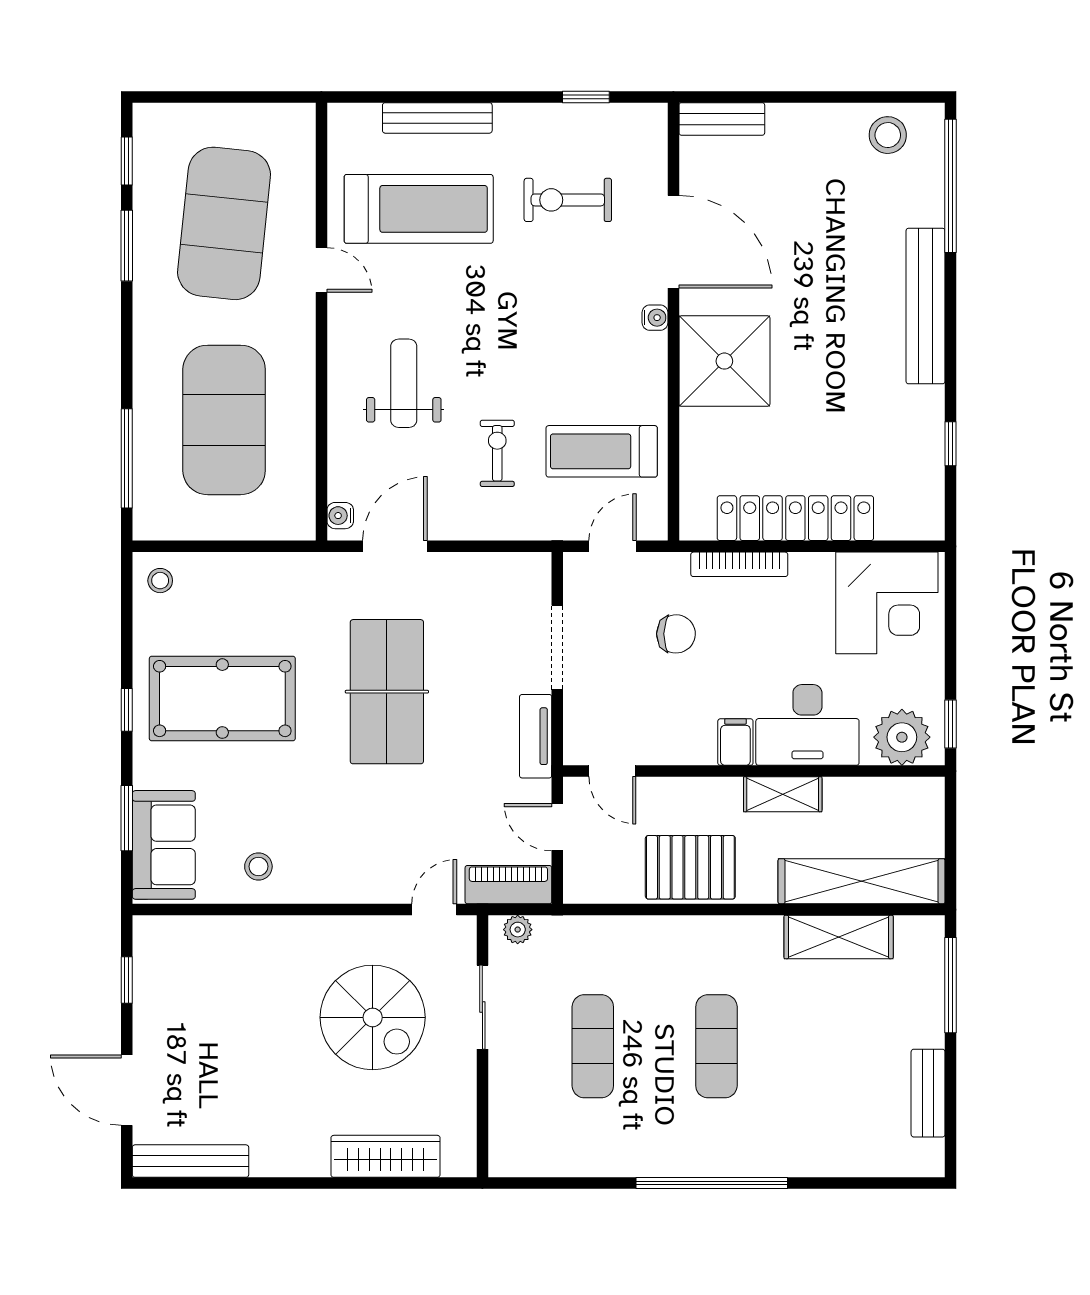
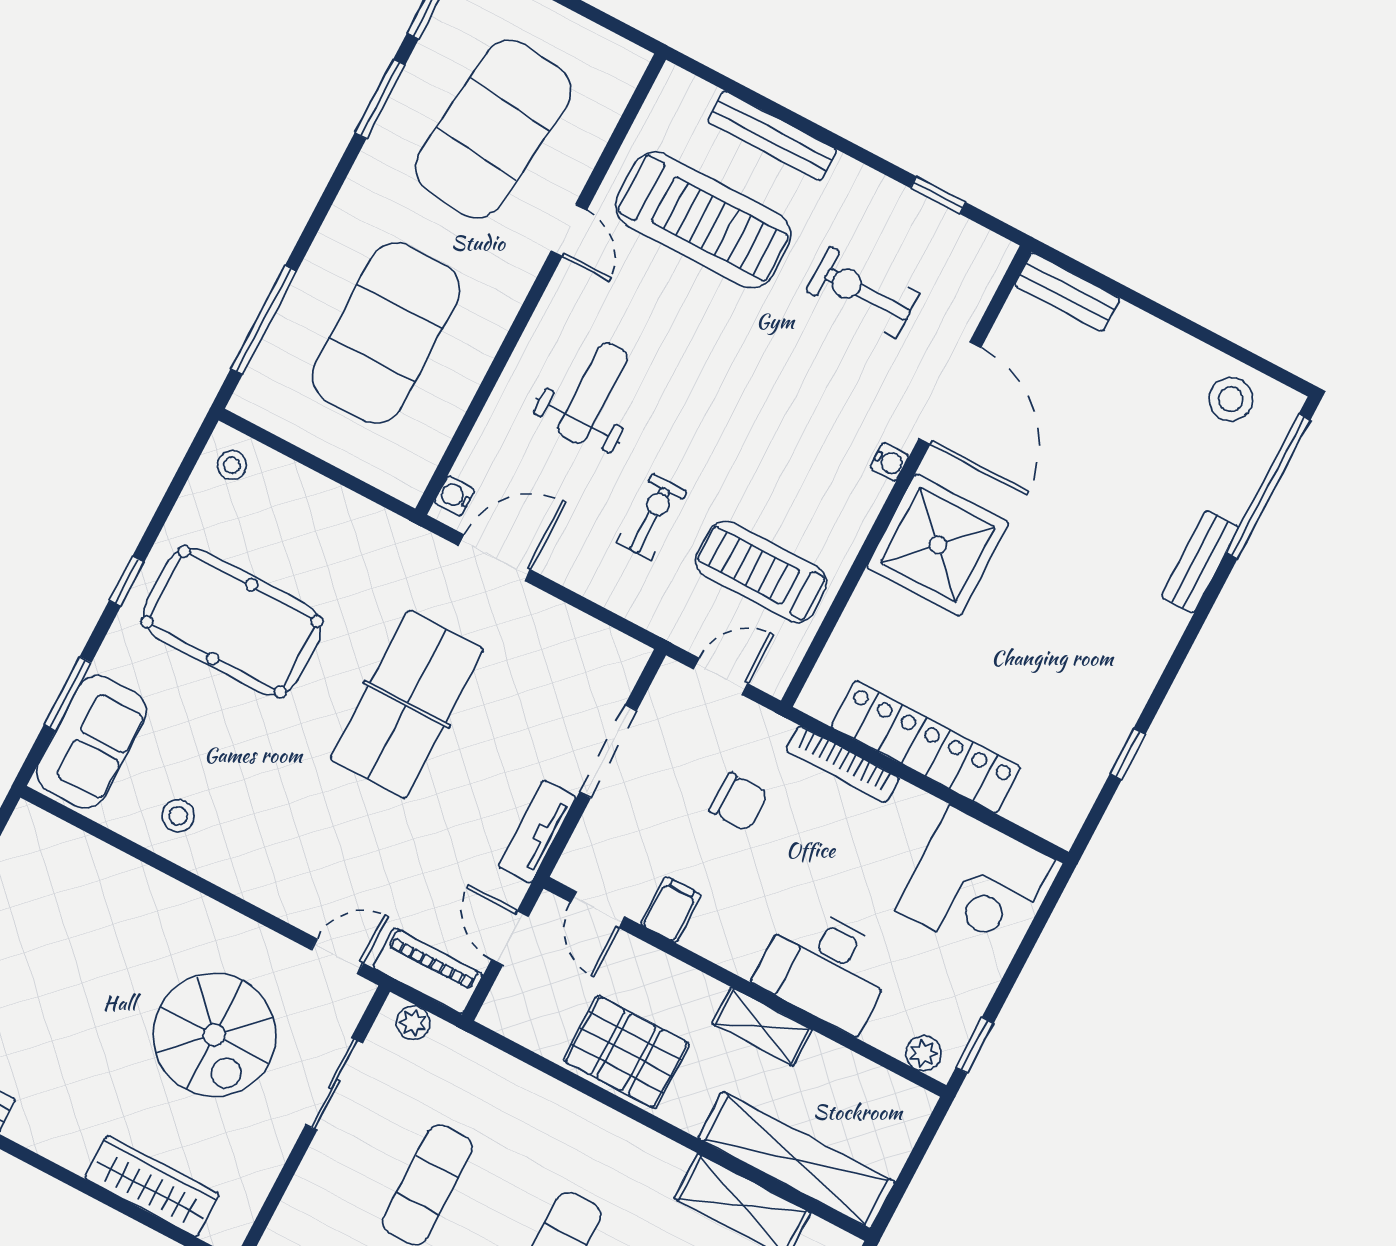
bench: (926, 306) -> (1200, 562), width x0.54, depth x0.82
plant: (902, 737) -> (924, 1053), width x0.53, depth x0.53
filing cabinet: (735, 742) -> (671, 910), moved

